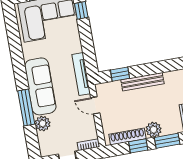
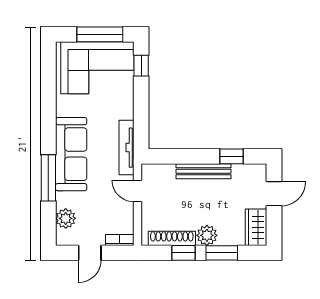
window: (120, 74) -> (232, 156), moved
plant: (43, 123) -> (66, 218), moved

